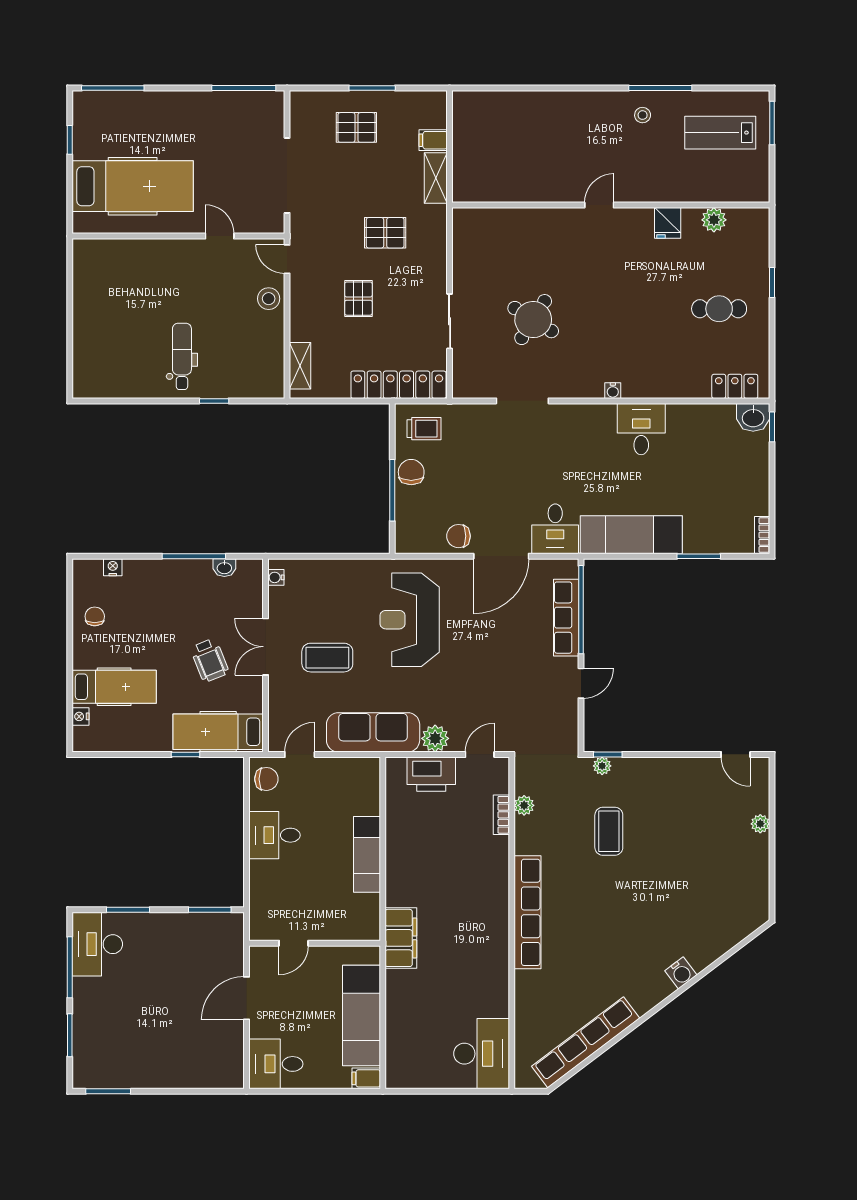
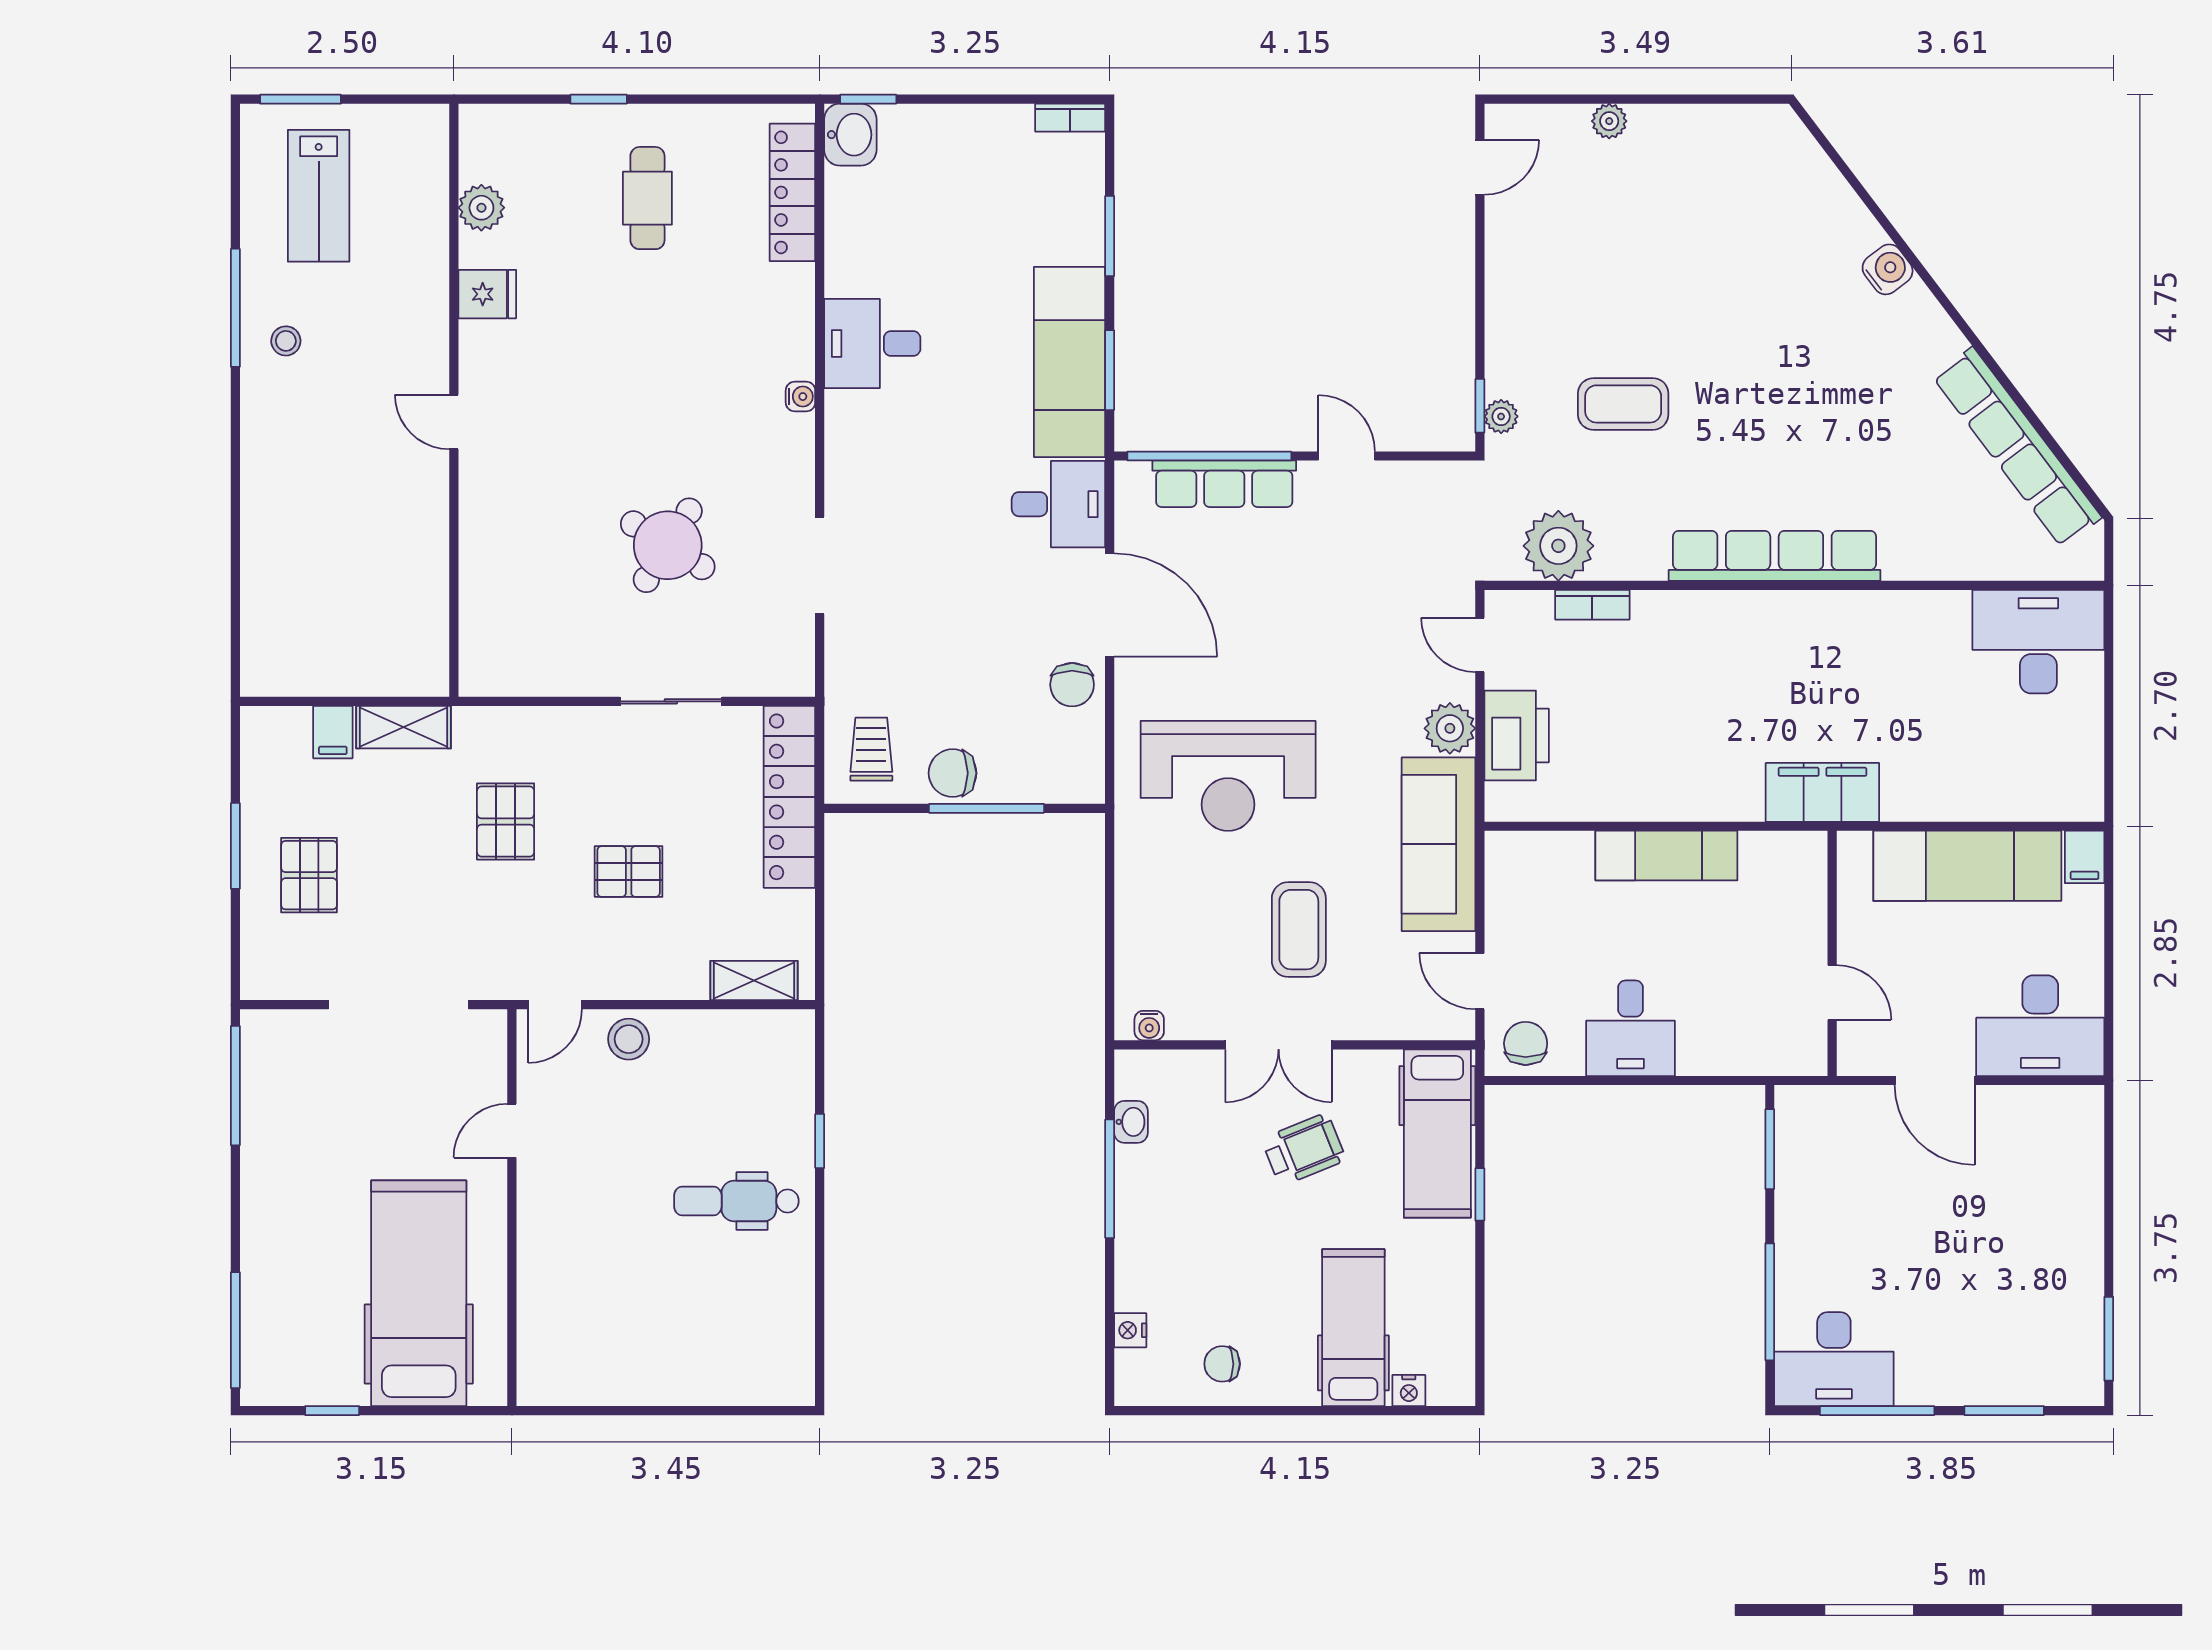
locker: (735, 386) -> (792, 192), width x1.53
window: (627, 556) -> (1110, 370), added
plant: (524, 805) -> (1558, 546), width x1.88, depth x1.88
window: (128, 910) -> (1770, 1302), width x1.44
desk: (276, 1064) -> (2040, 1026), width x1.37

